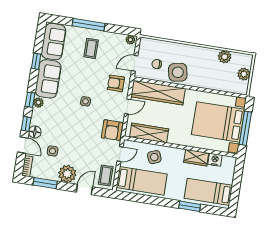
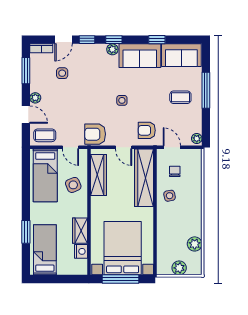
side table: (178, 72) -> (170, 196), width x0.54, depth x0.54
armchair: (116, 83) -> (147, 130), turned -90
floor lamp: (35, 132) -> (80, 51), removed
plant: (67, 174) -> (35, 98), width x0.53, depth x0.53

